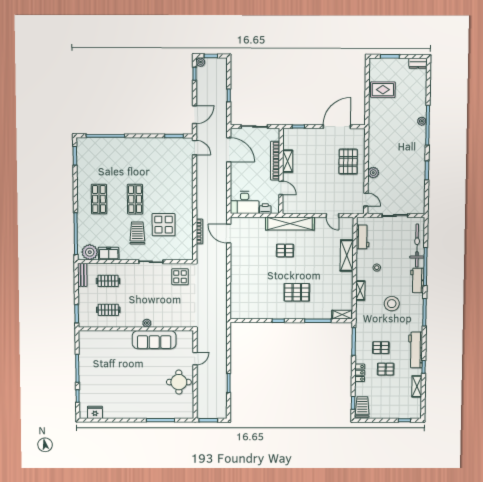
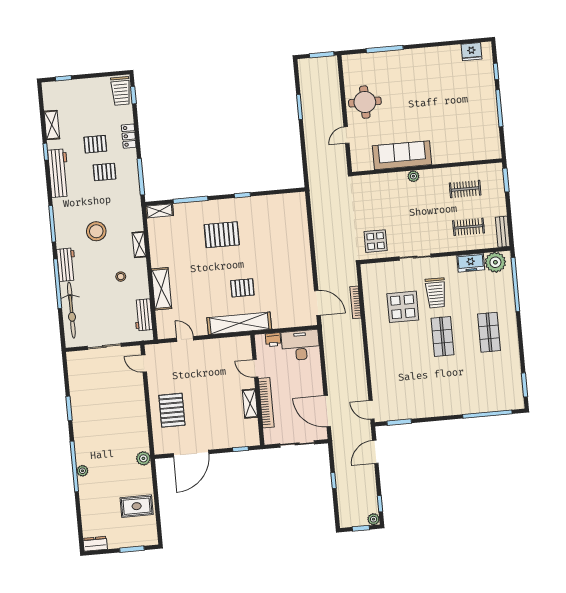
plant: (373, 173) -> (143, 458), moved

